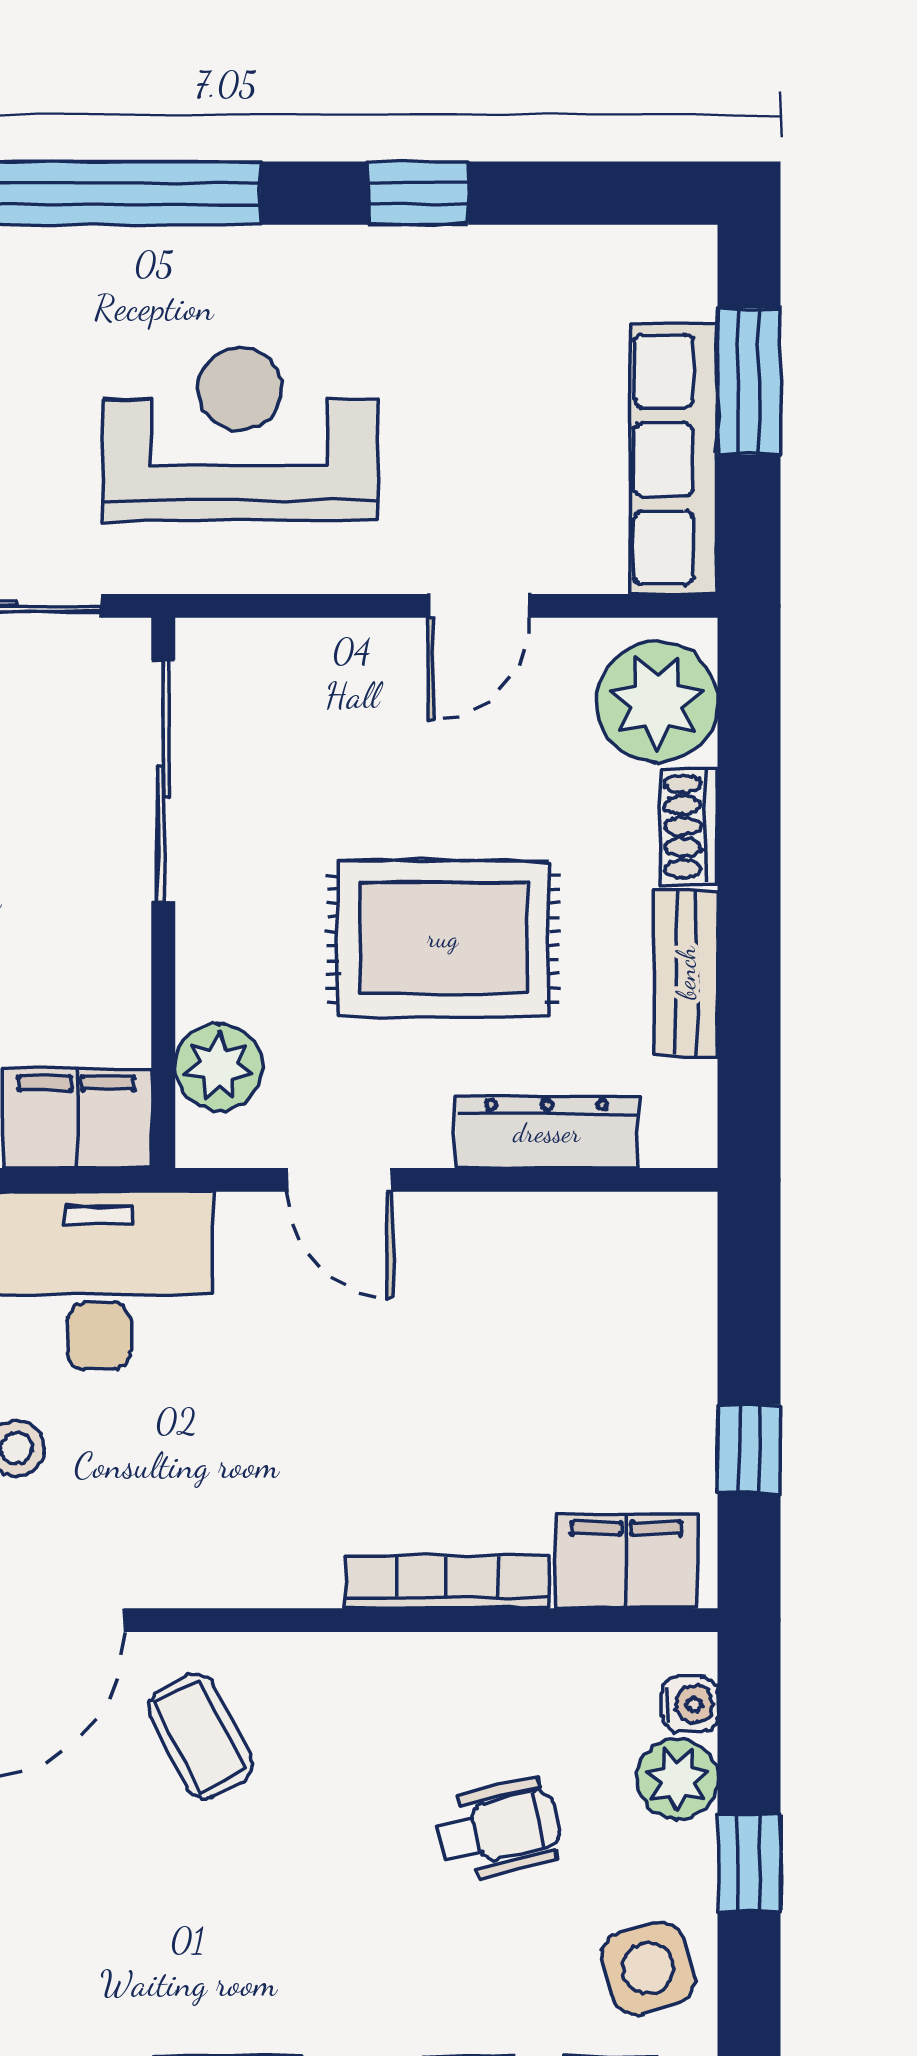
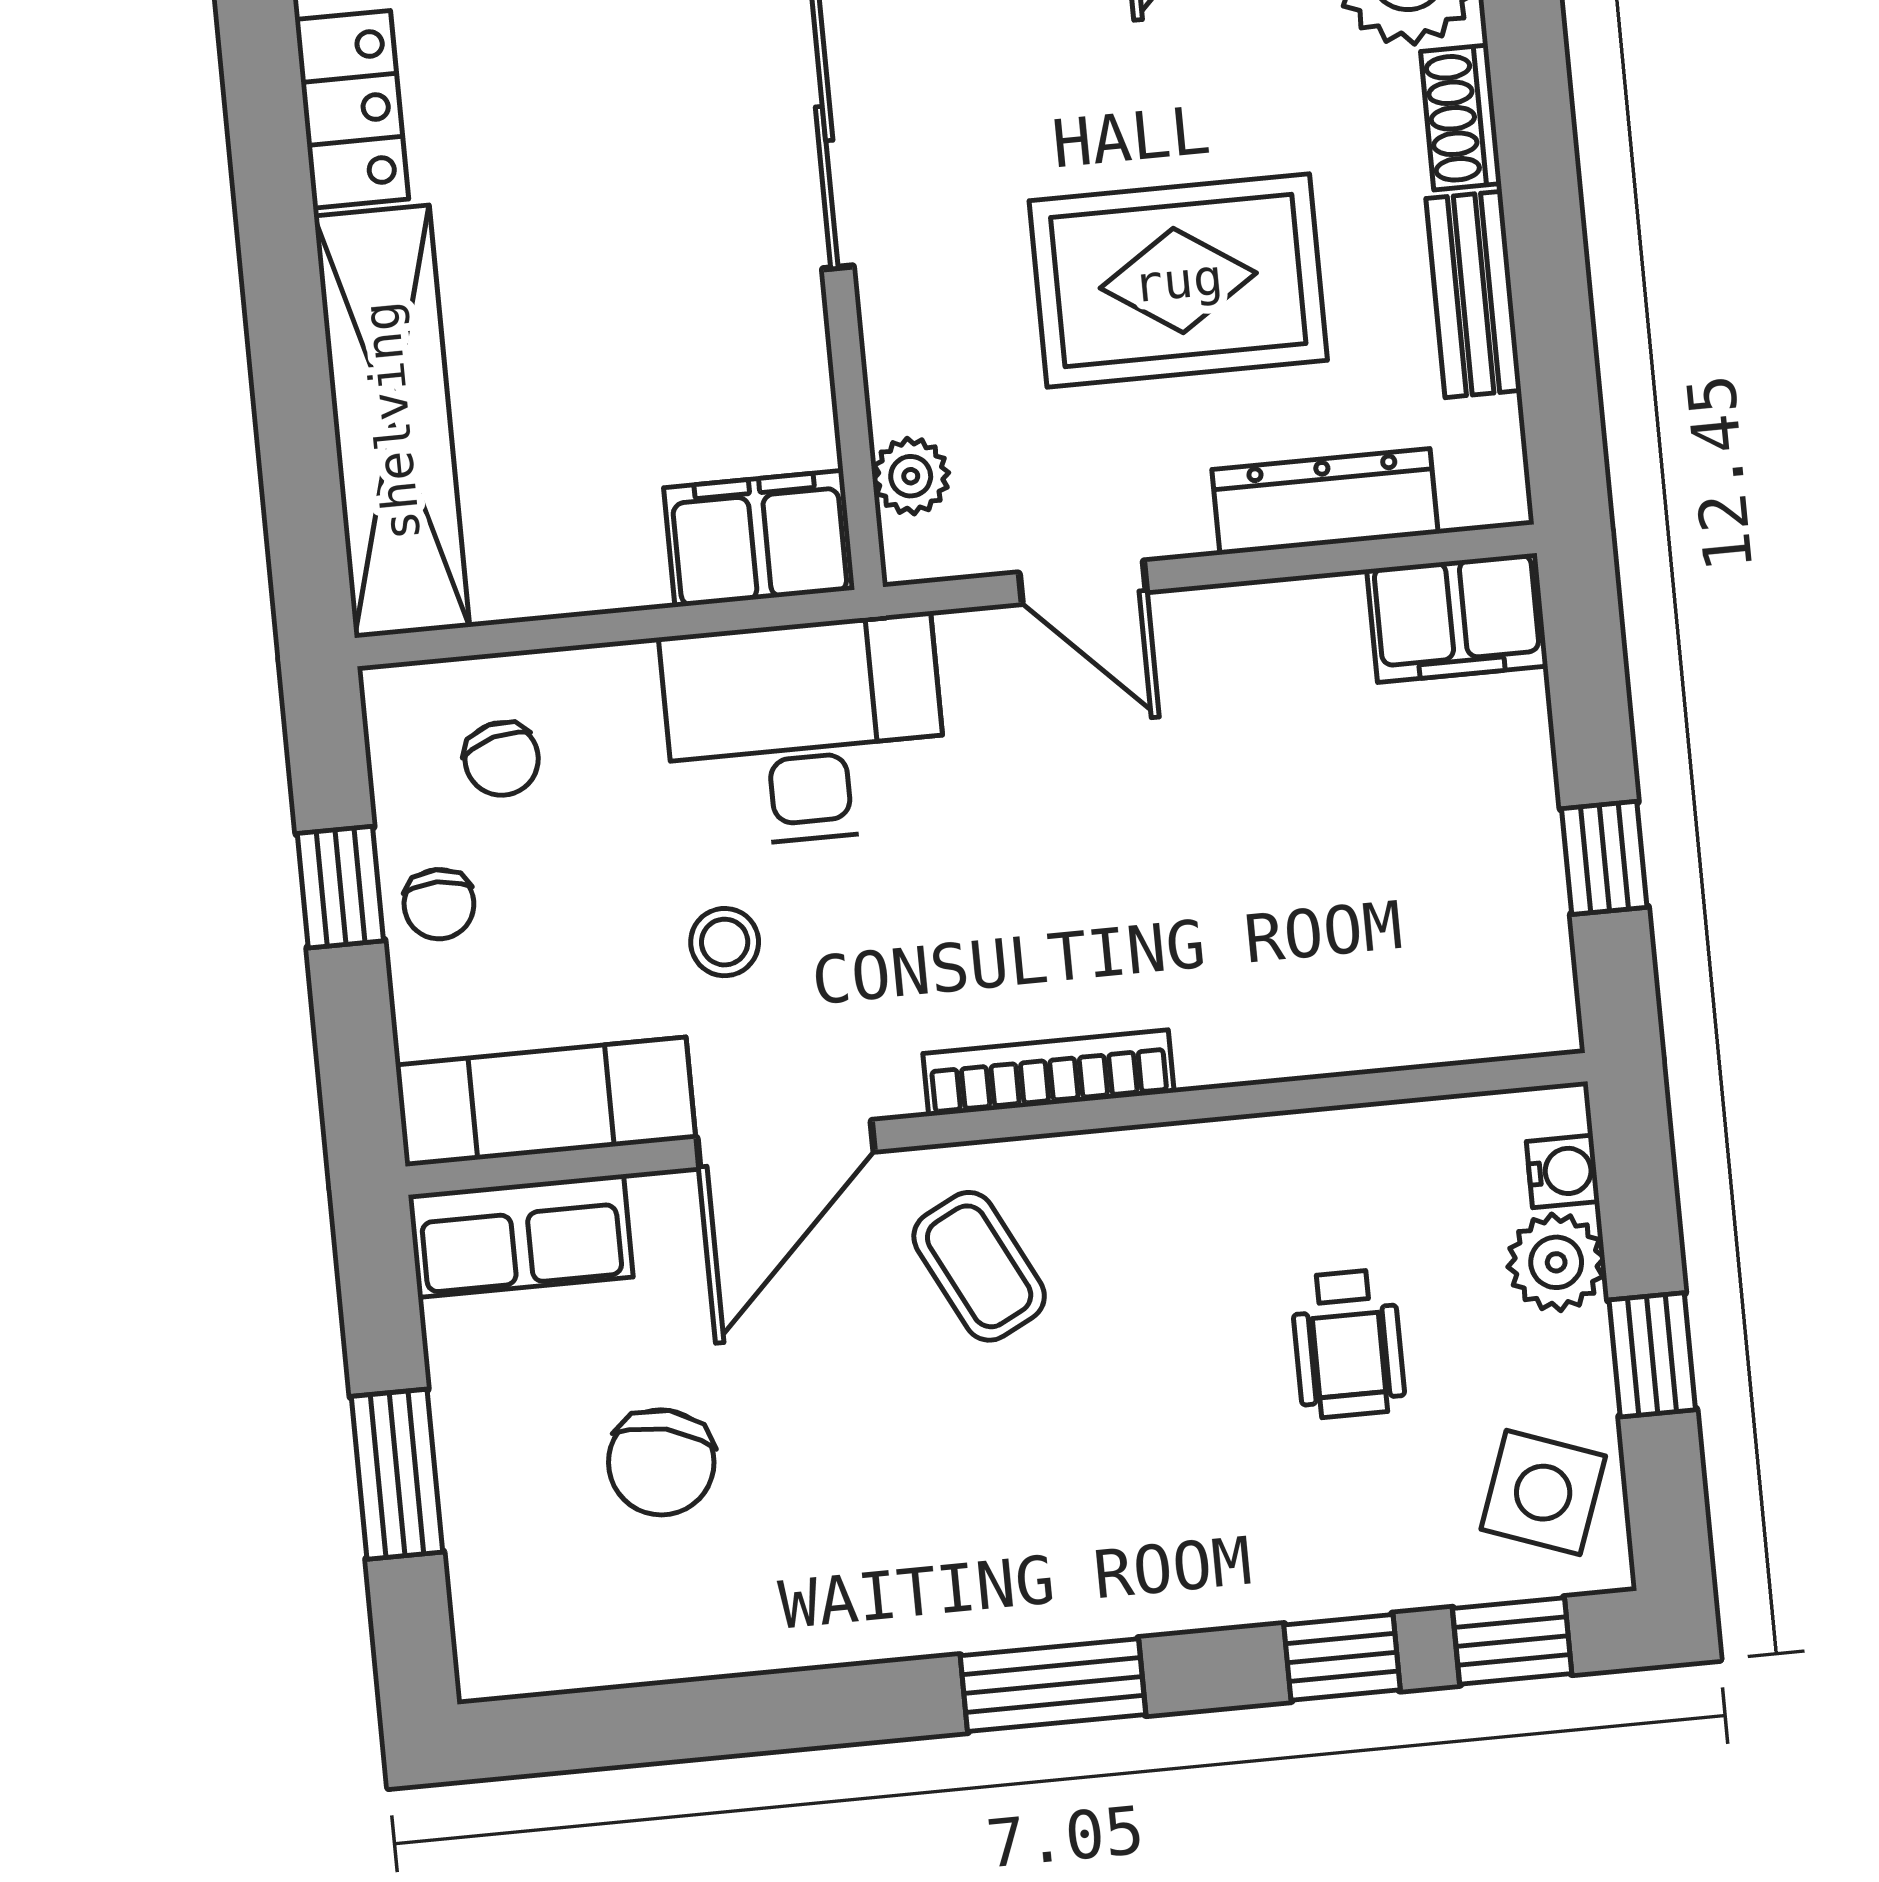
plant: (219, 1067) -> (911, 476), width x0.73, depth x0.73
filing cabinet: (626, 1561) -> (1457, 618), moved, turned 180
bookcase: (447, 1582) -> (1048, 1073), moved
wheelchair: (499, 1830) -> (1348, 1344), turned 104
side table: (648, 1968) -> (1543, 1493), turned 36

